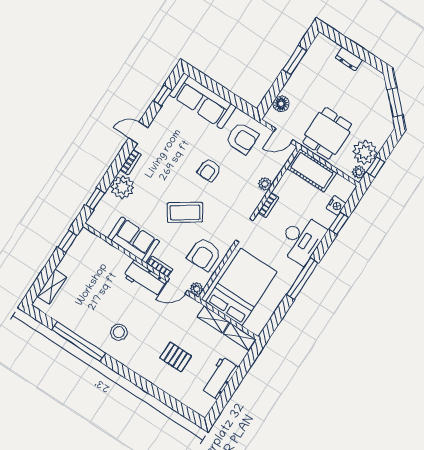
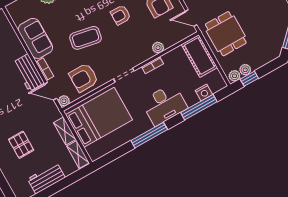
dining table: (327, 133) -> (226, 34), turned 90
plant: (365, 152) -> (245, 70), width x0.53, depth x0.53
coffee table: (185, 212) -> (86, 38), turned -45
window: (339, 223) -> (199, 107), width x2.17

